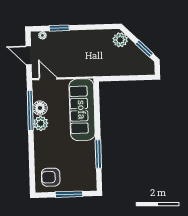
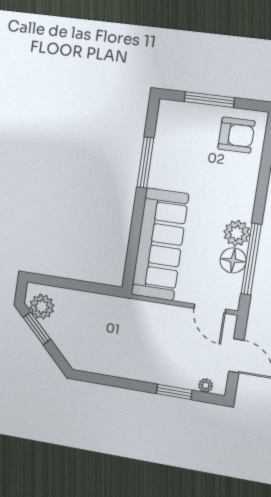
plant: (120, 40) -> (42, 307), moved

